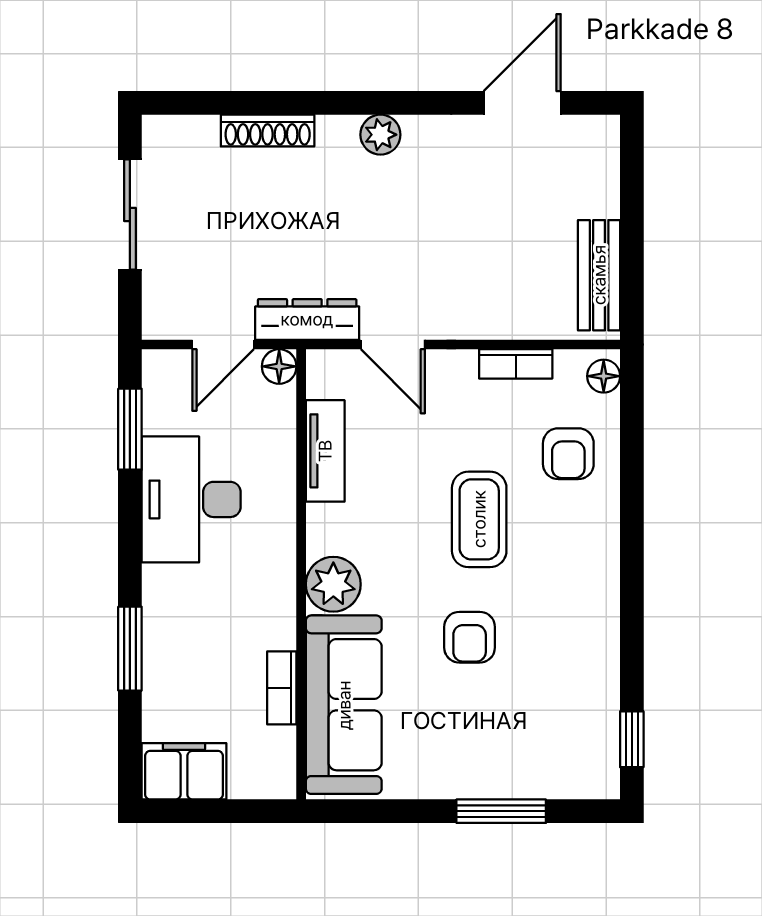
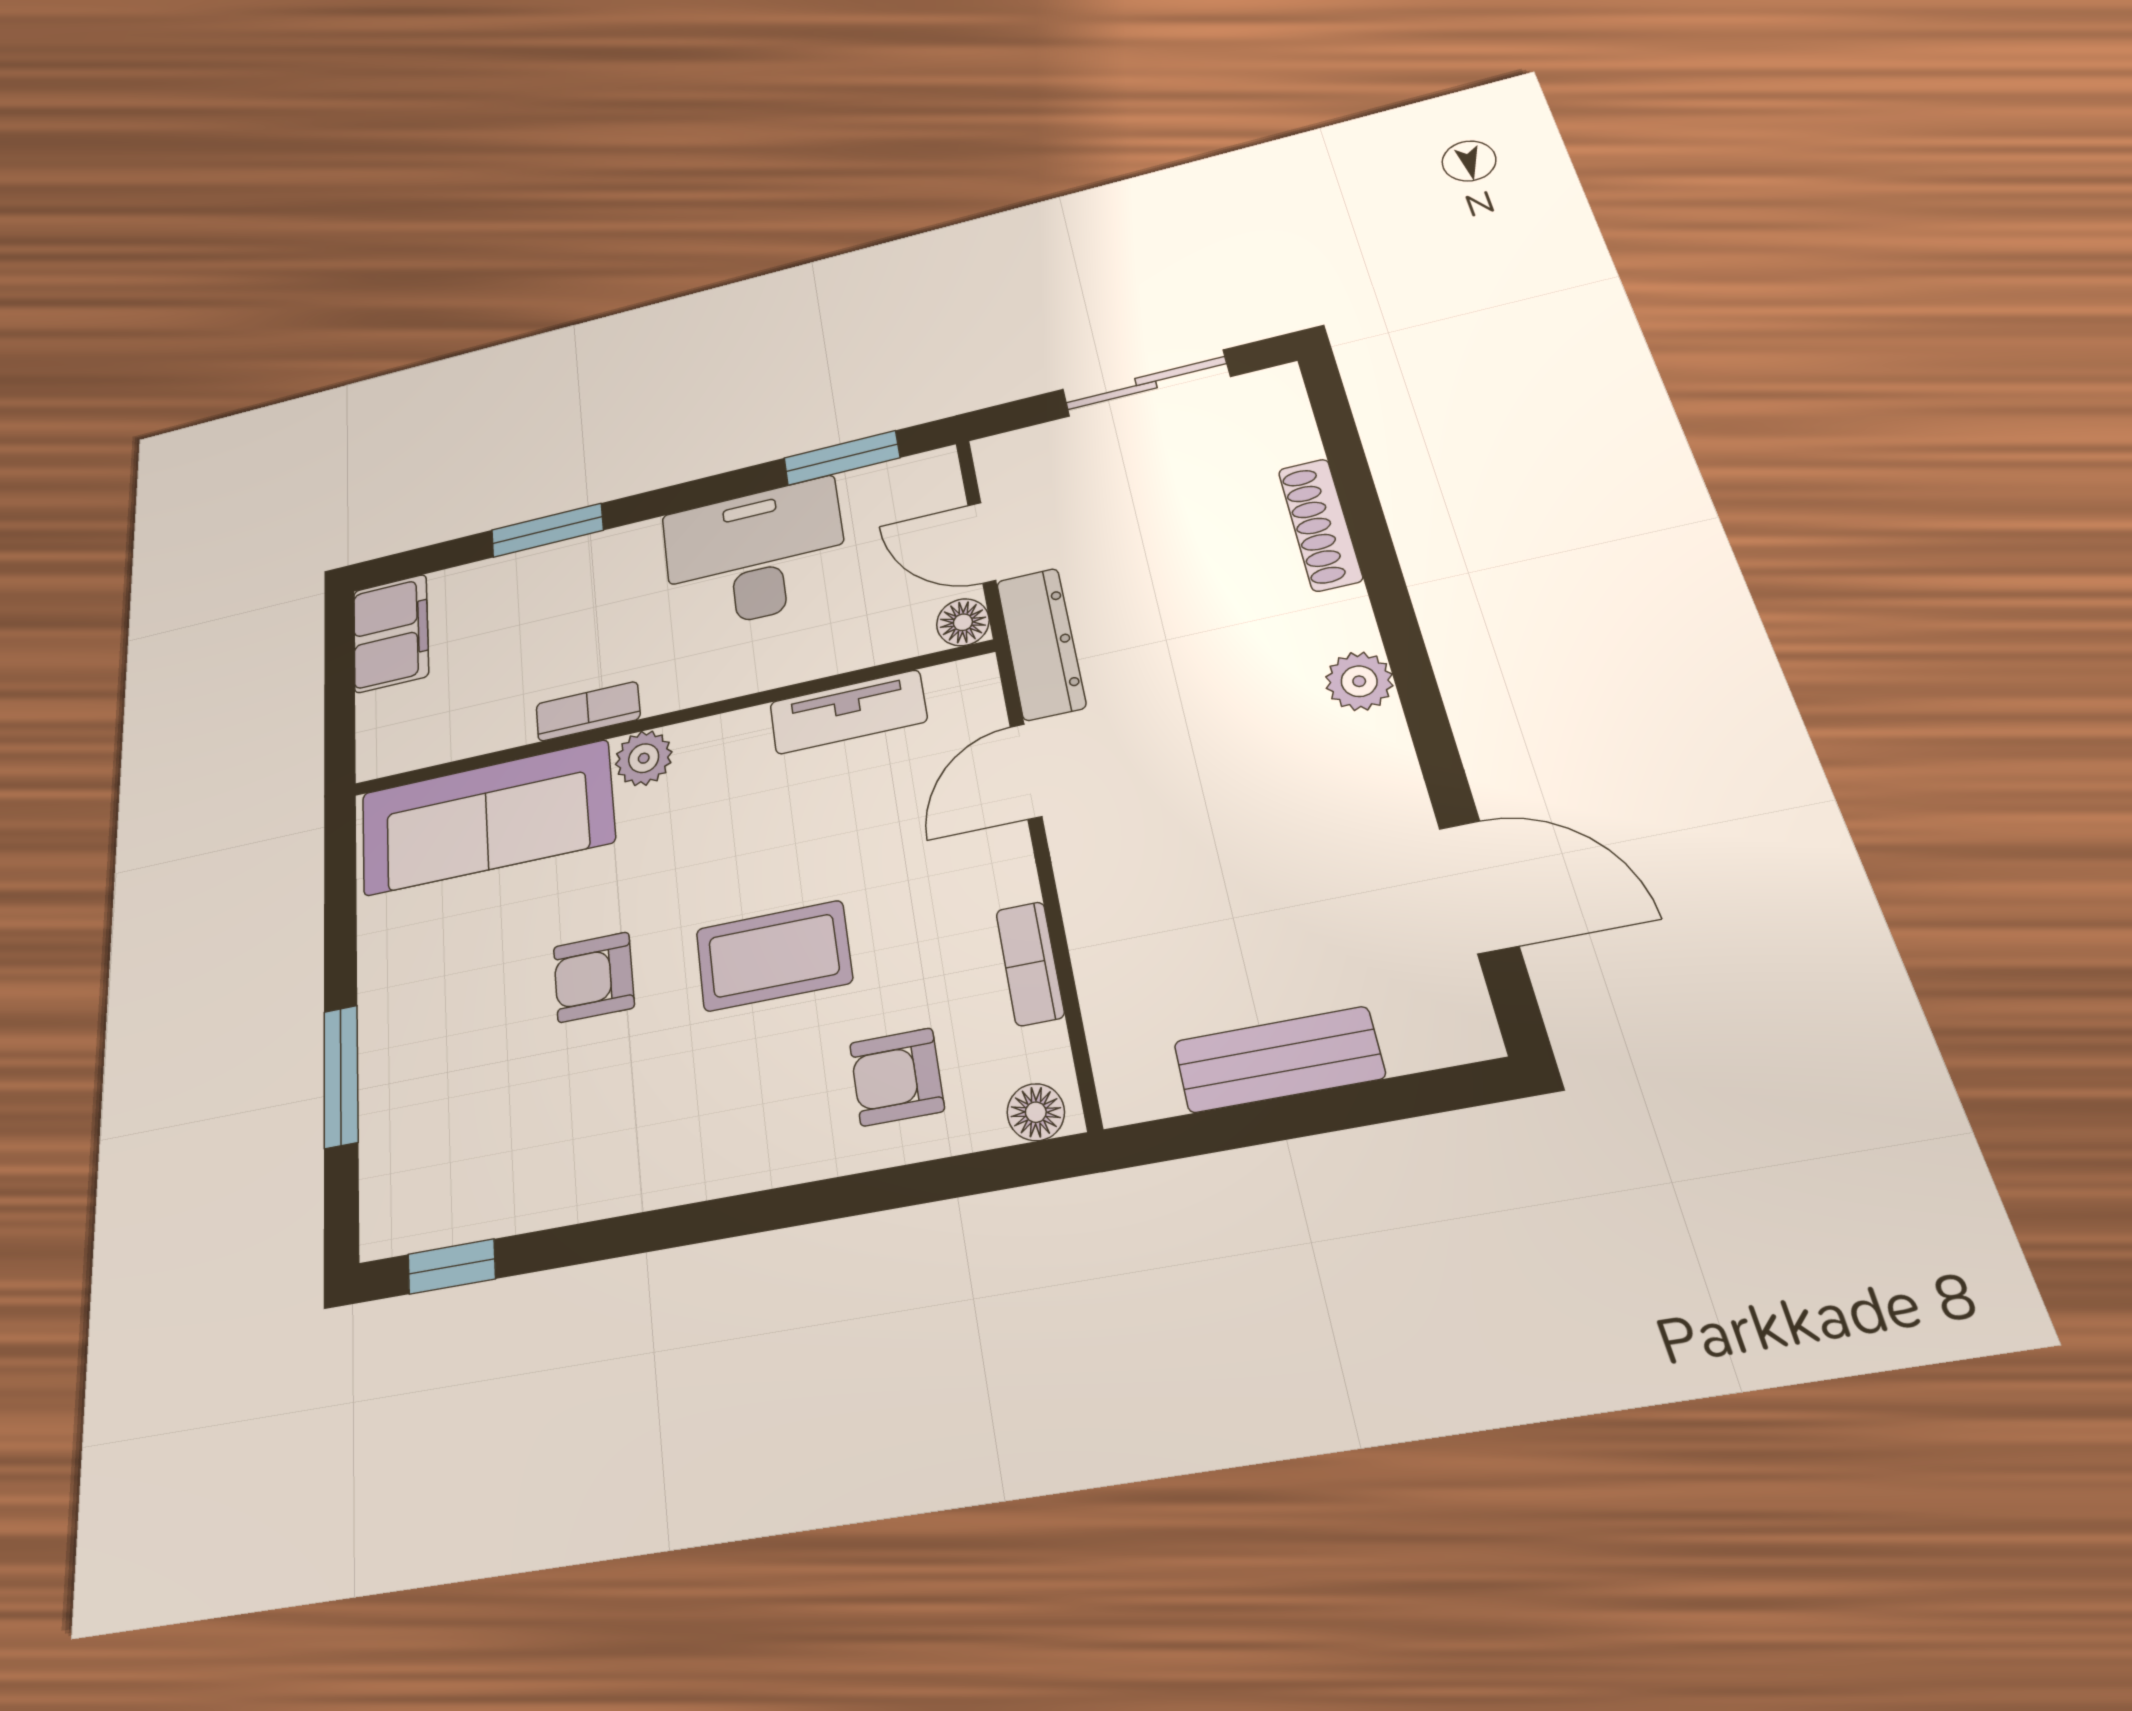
bench: (599, 275) -> (1279, 1060), moved
plant: (333, 584) -> (644, 758), width x0.73, depth x0.73
bookcase: (282, 688) -> (588, 711), moved

